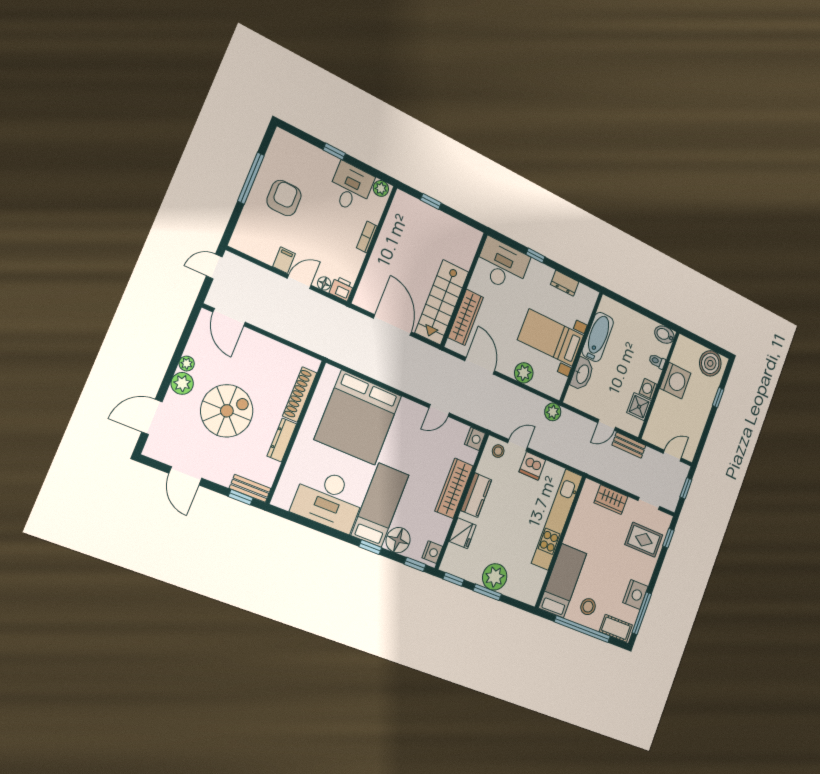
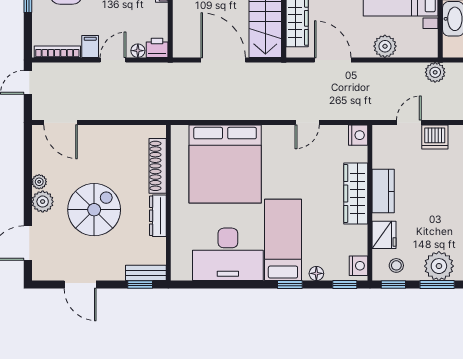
bookcase: (253, 251) -> (57, 52), added
stool: (498, 451) -> (396, 265), moved
floor lamp: (398, 540) -> (316, 273), width x0.53, depth x0.53

